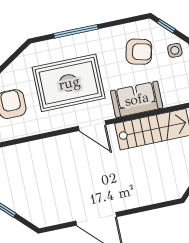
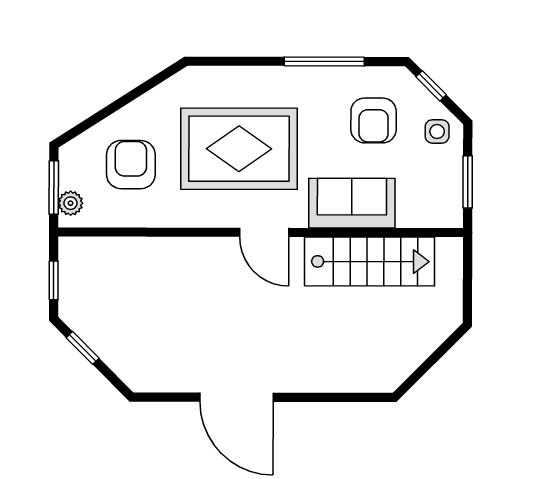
window: (76, 31) -> (324, 61), moved
armchair: (139, 52) -> (374, 120), turned 76

